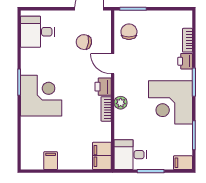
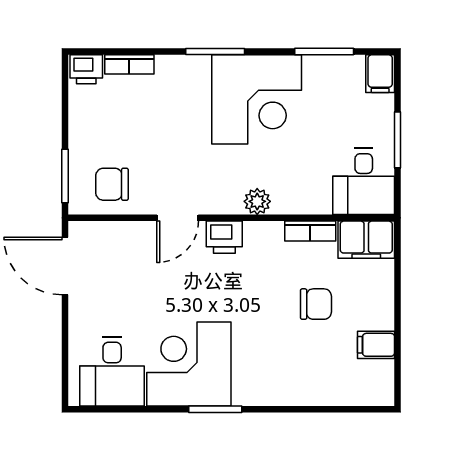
chair: (84, 42) -> (316, 304), moved, turned -98
printer: (185, 61) -> (86, 69), moved
corner desk: (41, 96) -> (189, 364), moved
bookcase: (106, 109) -> (310, 231), moved

